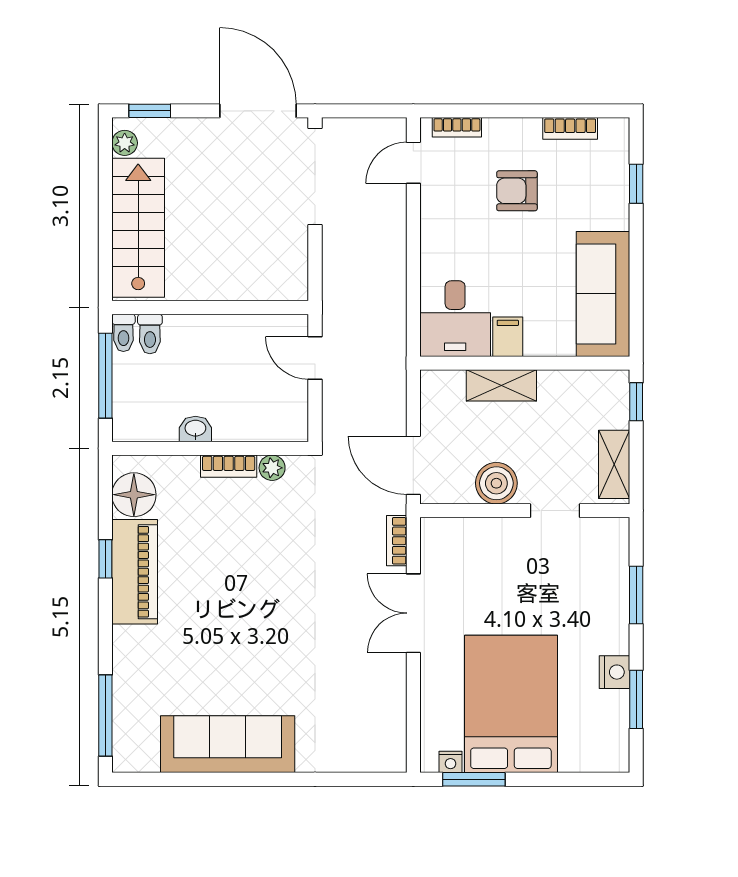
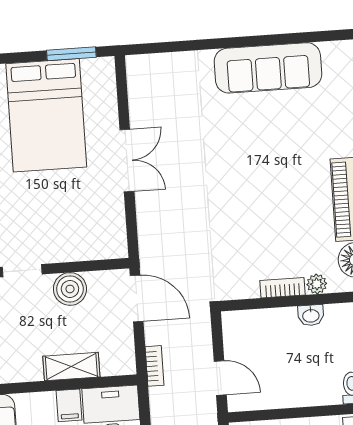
plant: (272, 468) -> (317, 284), moved
bookcase: (397, 541) -> (155, 366), moved
double door: (413, 613) -> (127, 161), moved
nightstand: (450, 762) -> (91, 66), removed

